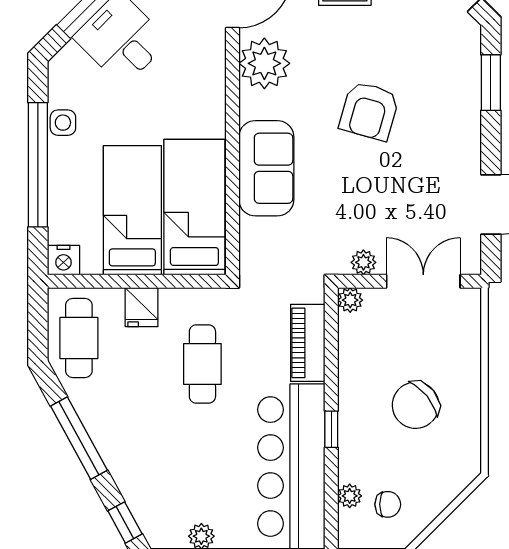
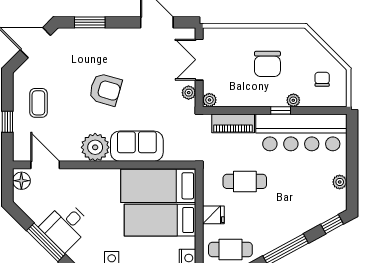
plant: (264, 63) -> (95, 147), moved
chair: (416, 405) -> (267, 64), turned 39
plant: (350, 496) -> (293, 100), moved

